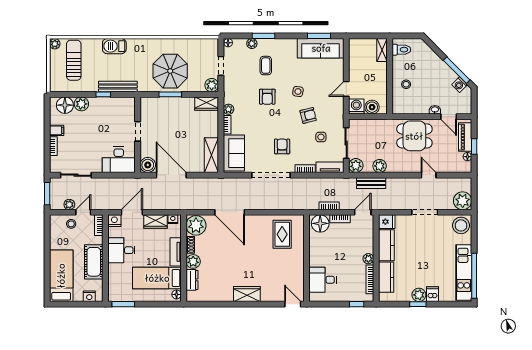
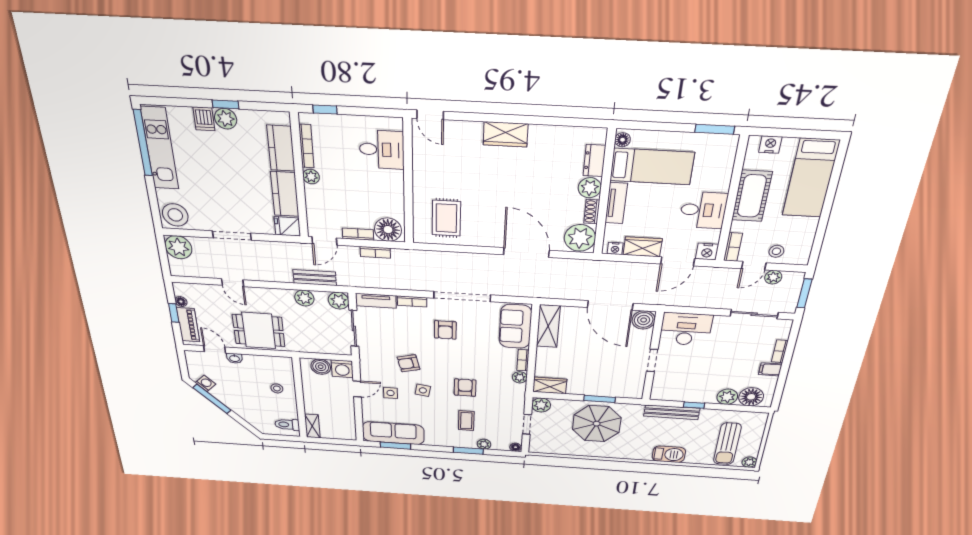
side table: (321, 137) -> (391, 393), moved

